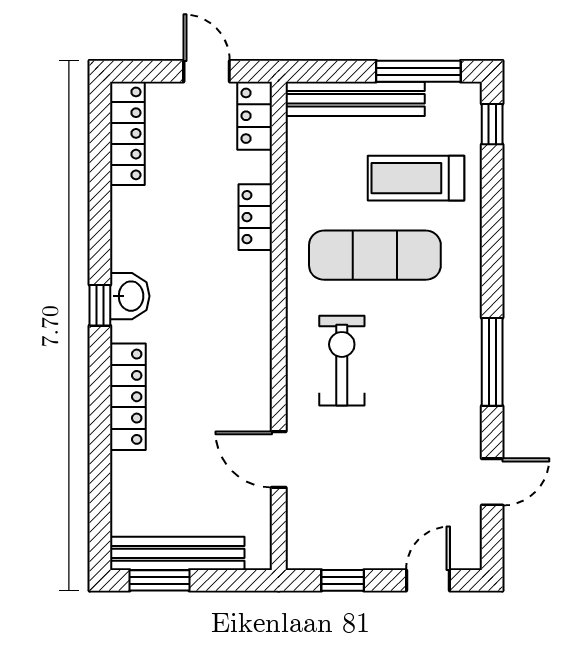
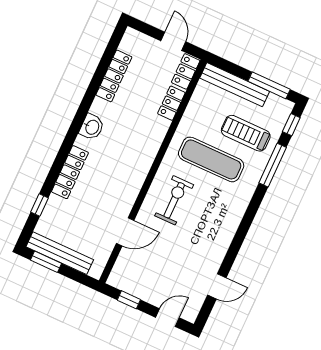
locker: (127, 133) -> (114, 76), moved
locker: (255, 217) -> (171, 103), moved
window: (100, 305) -> (39, 205), moved
window: (492, 362) -> (273, 165), moved
door: (279, 459) -> (125, 232), swing flipped

